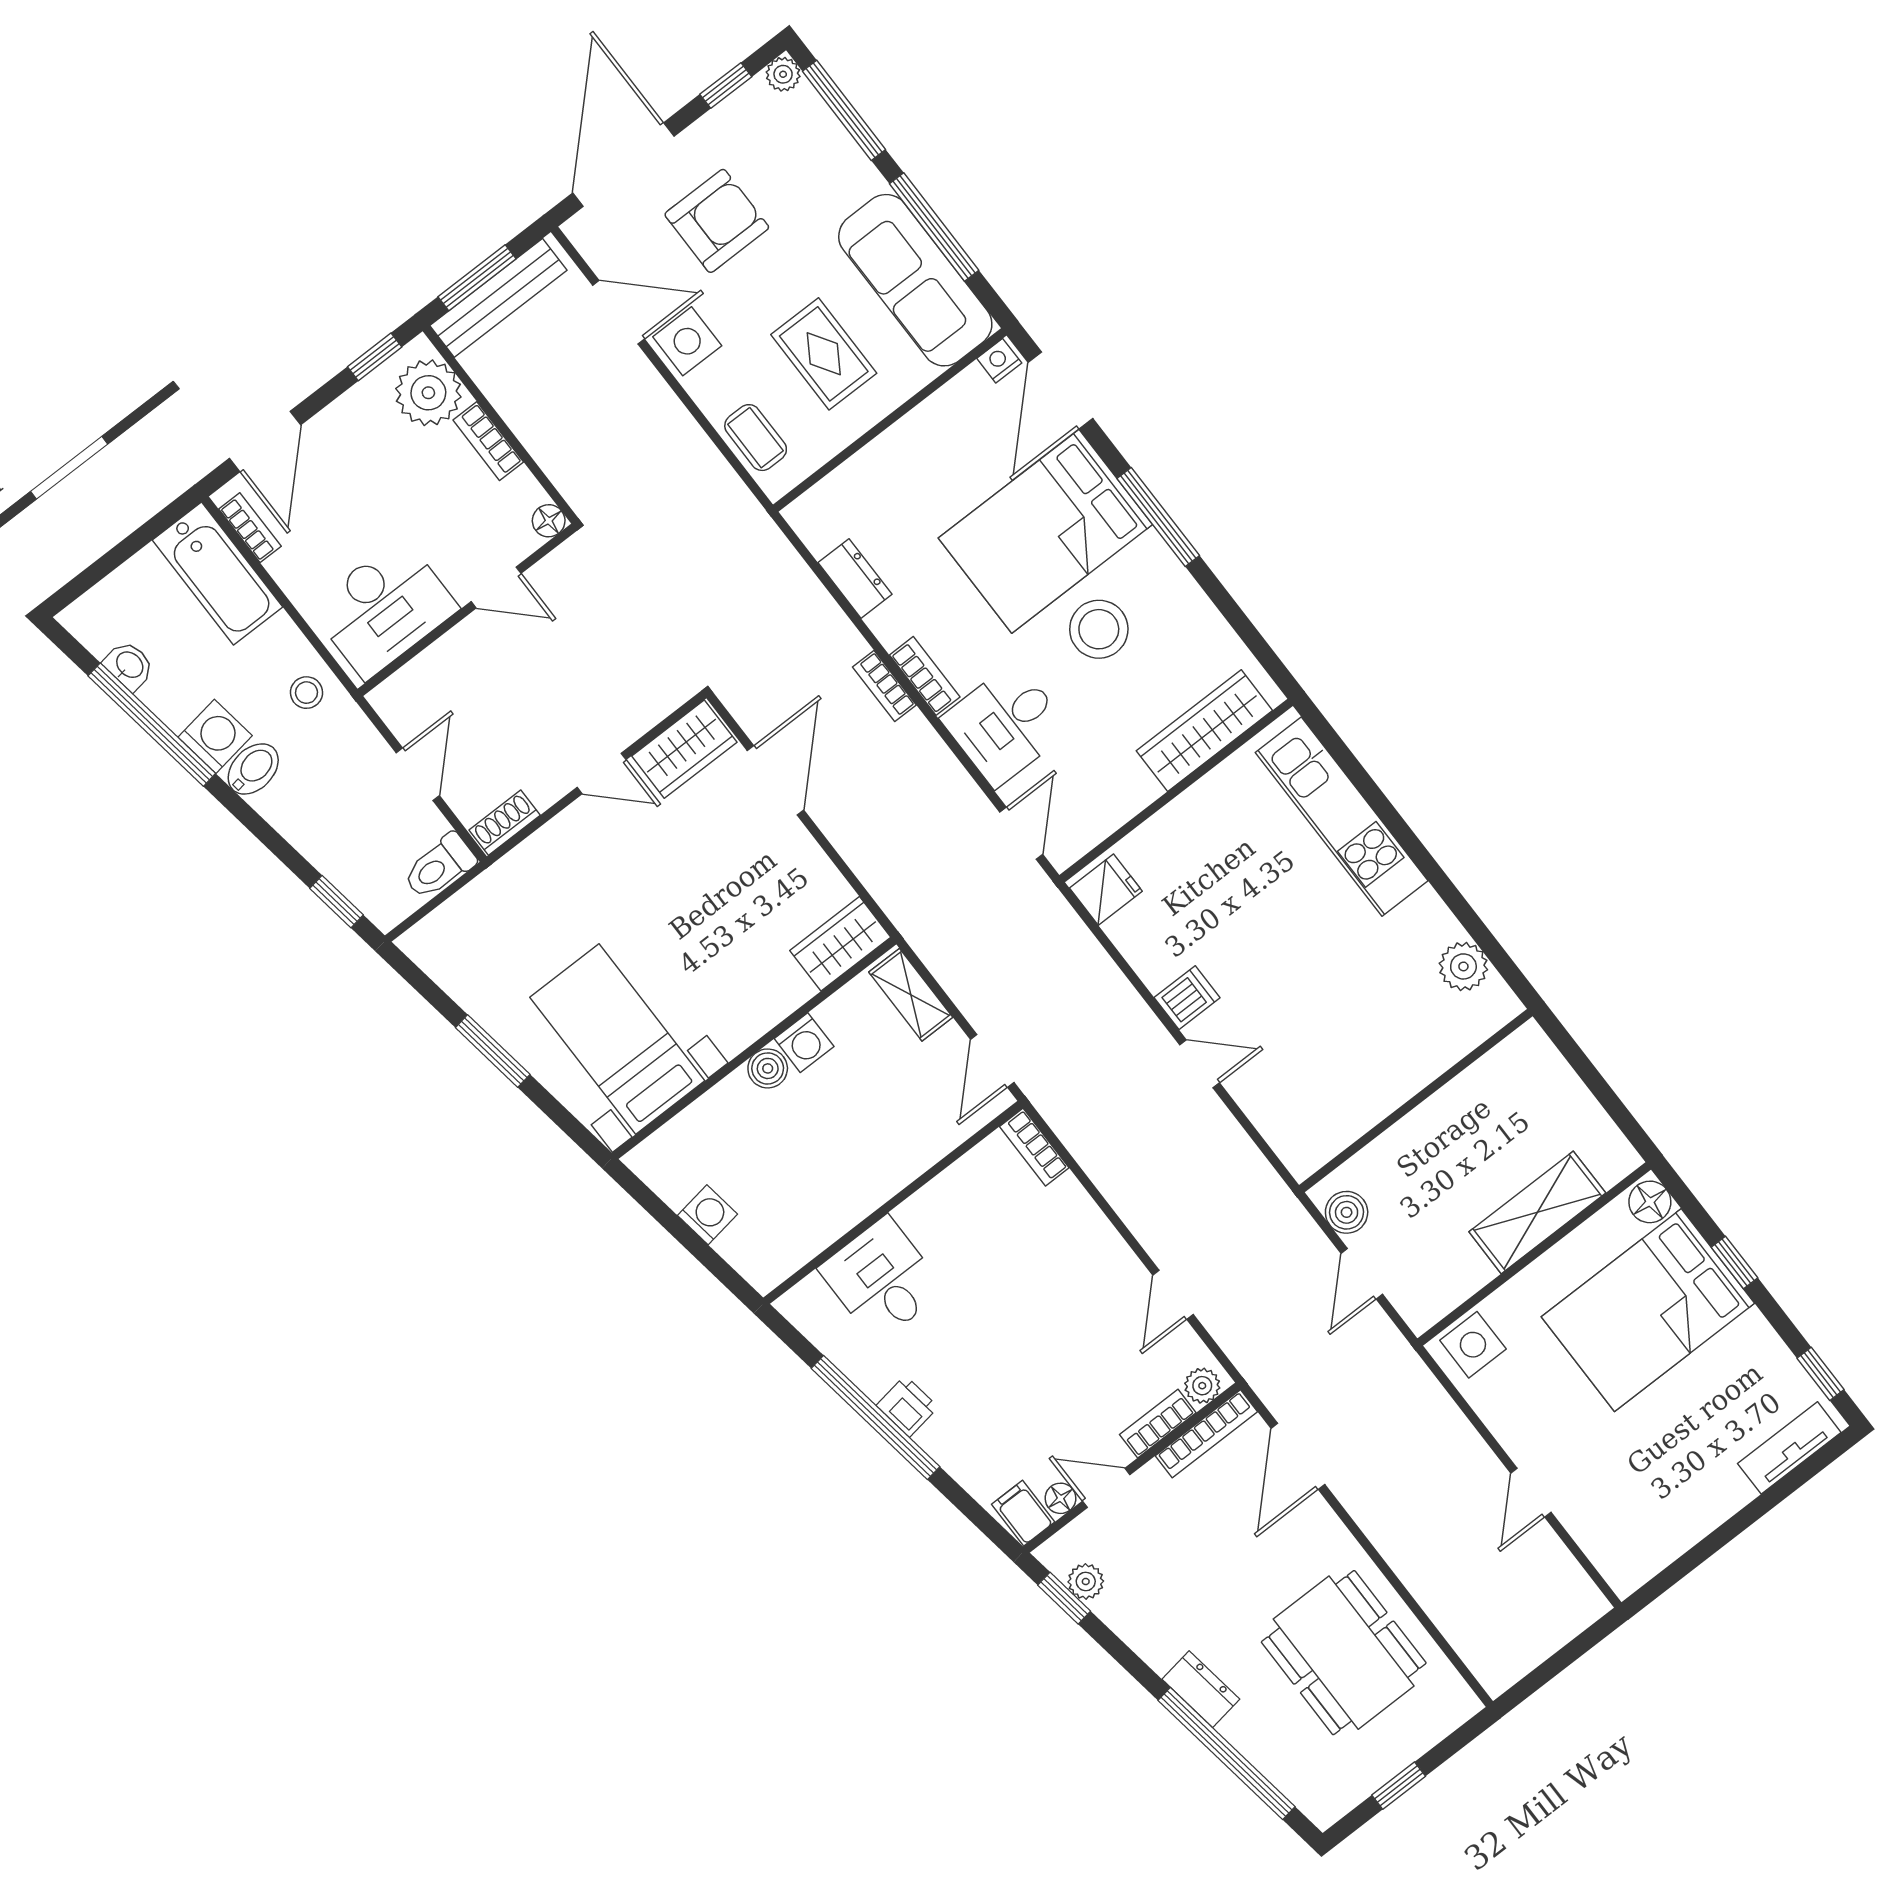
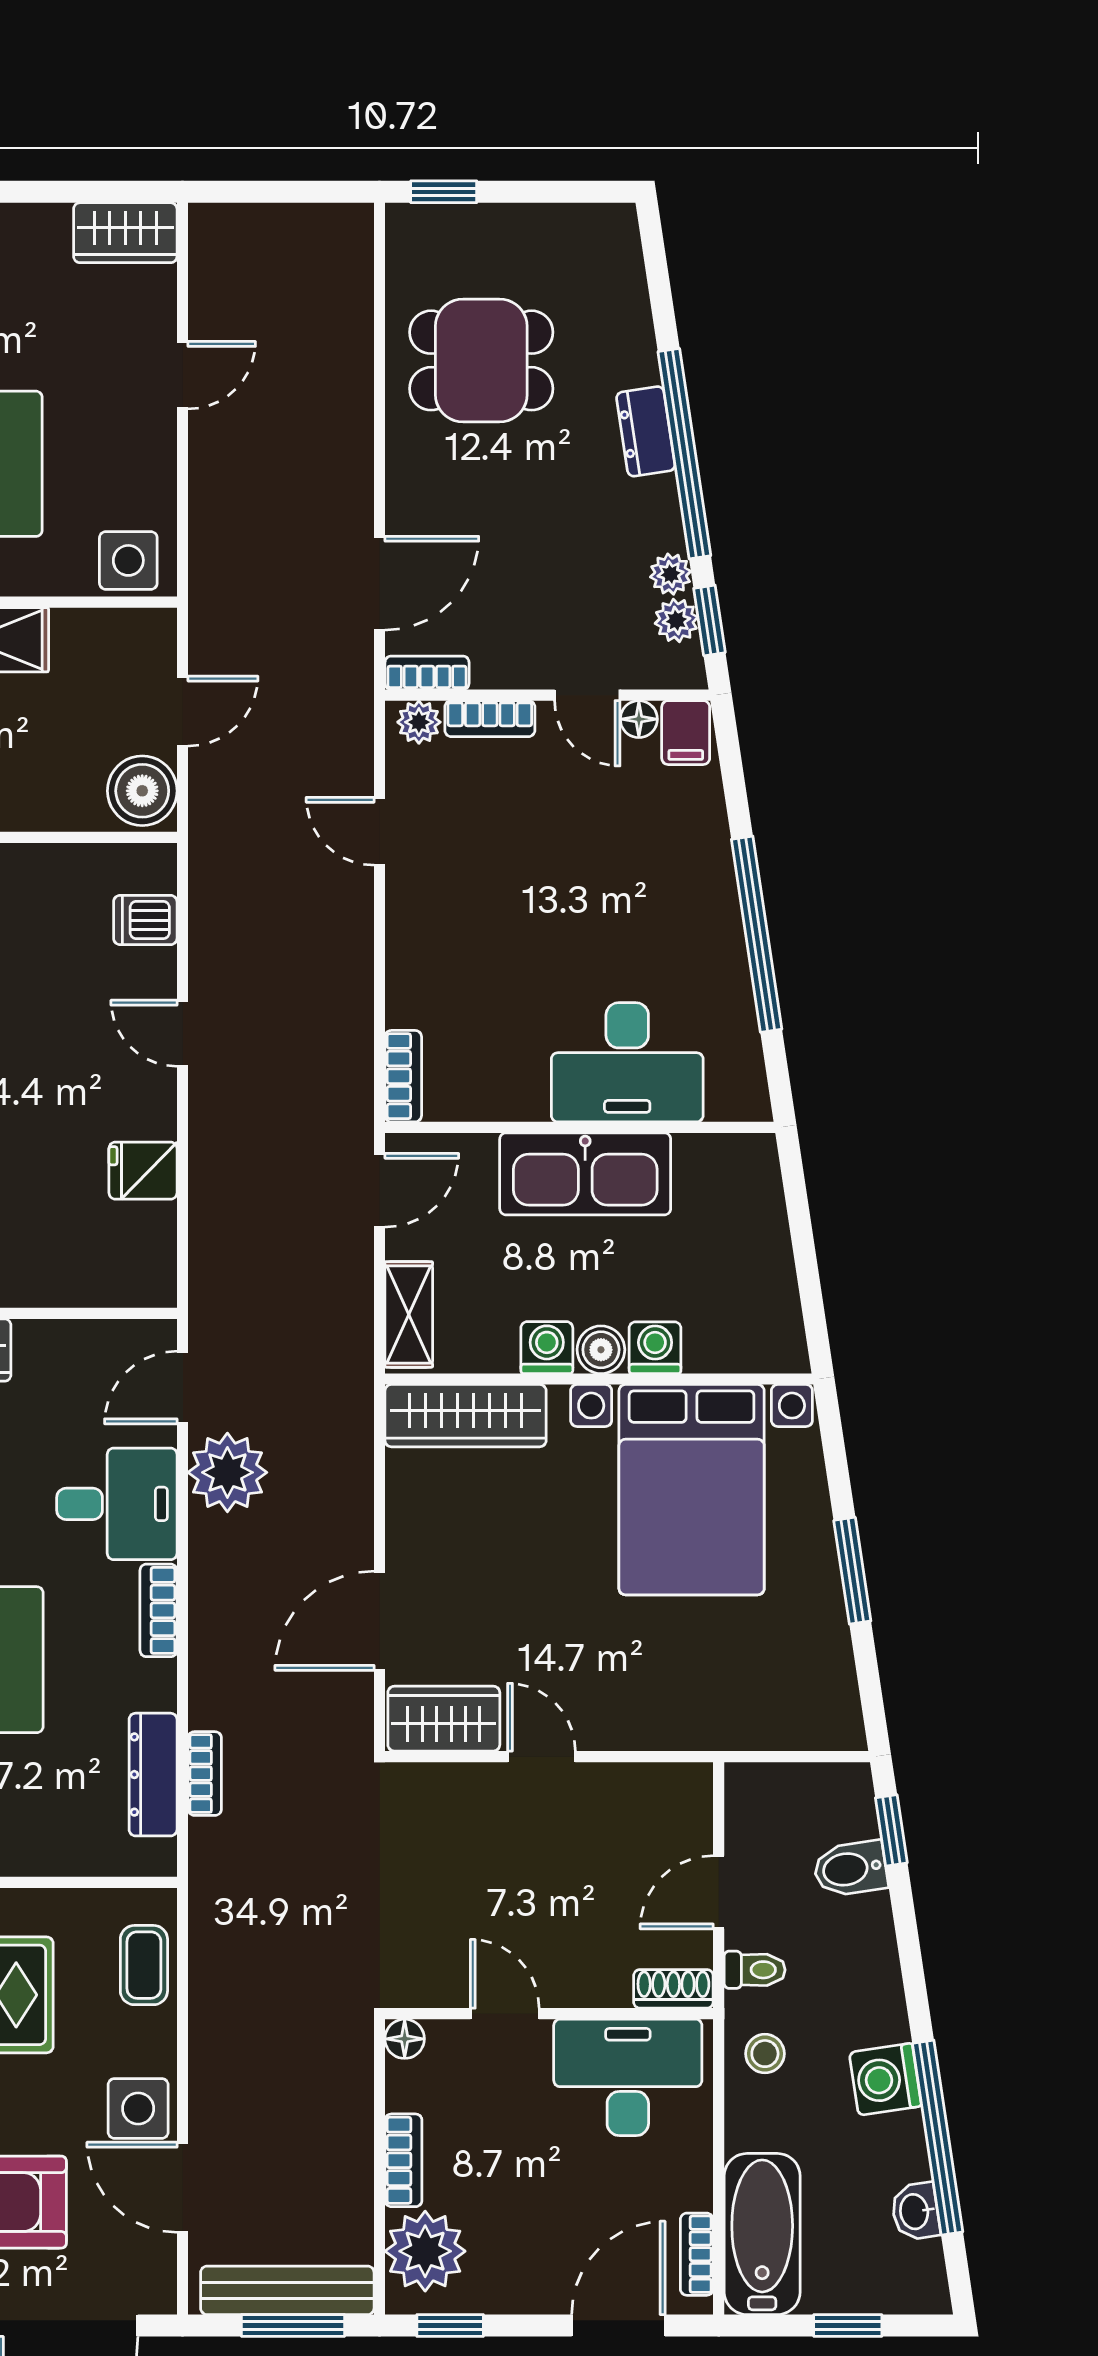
window: (116, 557) -> (848, 2326), added
dresser: (855, 578) -> (153, 1775), width x1.44
bookcase: (884, 686) -> (205, 1774), moved
bidet: (253, 769) -> (850, 1869), moved
plant: (949, 800) -> (227, 1472), added
shoe rack: (505, 823) -> (673, 1989), moved, turned 180
toilet: (439, 866) -> (755, 1970), moved, width x0.73, depth x0.72
fridge: (1106, 890) -> (143, 1171), moved
wardrobe: (840, 944) -> (466, 1416), width x1.50
dishwasher: (1187, 998) -> (145, 920), moved
bed with nightstands: (617, 1039) -> (692, 1490), width x1.36
kitchen sink: (866, 1175) -> (585, 1174), added
boiler: (1347, 1212) -> (142, 791), width x1.36, depth x1.36
washing machine: (708, 1215) -> (655, 1348), moved, turned 99
desk: (882, 1279) -> (627, 1062), width x1.37
door: (1173, 1295) -> (379, 831), swing flipped
printer: (907, 1406) -> (718, 921), removed
bookcase: (1206, 1434) -> (427, 673), width x0.64
wardrobe: (1640, 1557) -> (125, 233), added
plant: (1113, 1609) -> (671, 574), added
dining table: (1344, 1653) -> (481, 360), width x0.73
window: (1226, 1753) -> (684, 454), moved
window: (1399, 1786) -> (444, 192), moved

